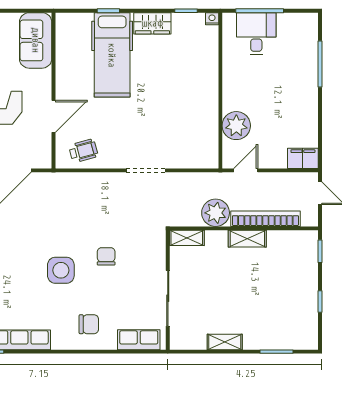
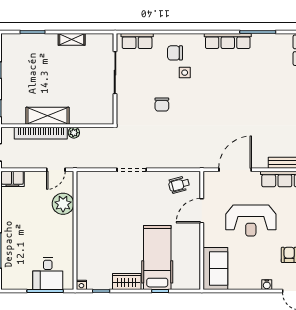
plant: (216, 213) -> (74, 133), width x0.53, depth x0.53
shelving: (187, 238) -> (101, 118), removed
shelving: (247, 239) -> (47, 116), width x1.50, depth x1.33
side table: (61, 270) -> (185, 73), moved, width x0.54, depth x0.54

